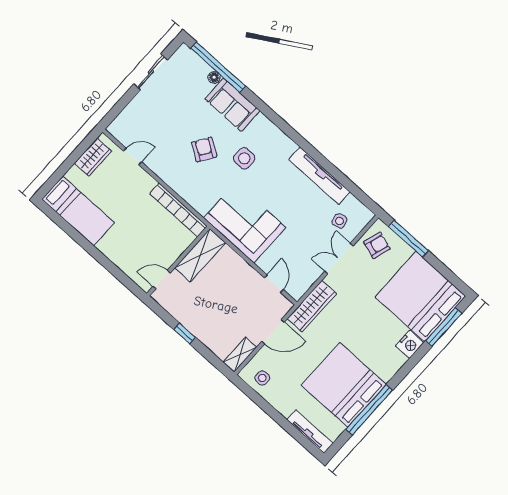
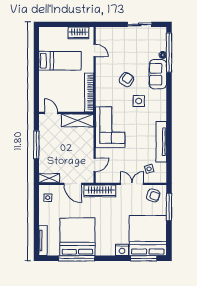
bed: (78, 211) -> (60, 61), moved, turned -90
window: (185, 333) -> (36, 145), width x2.17

